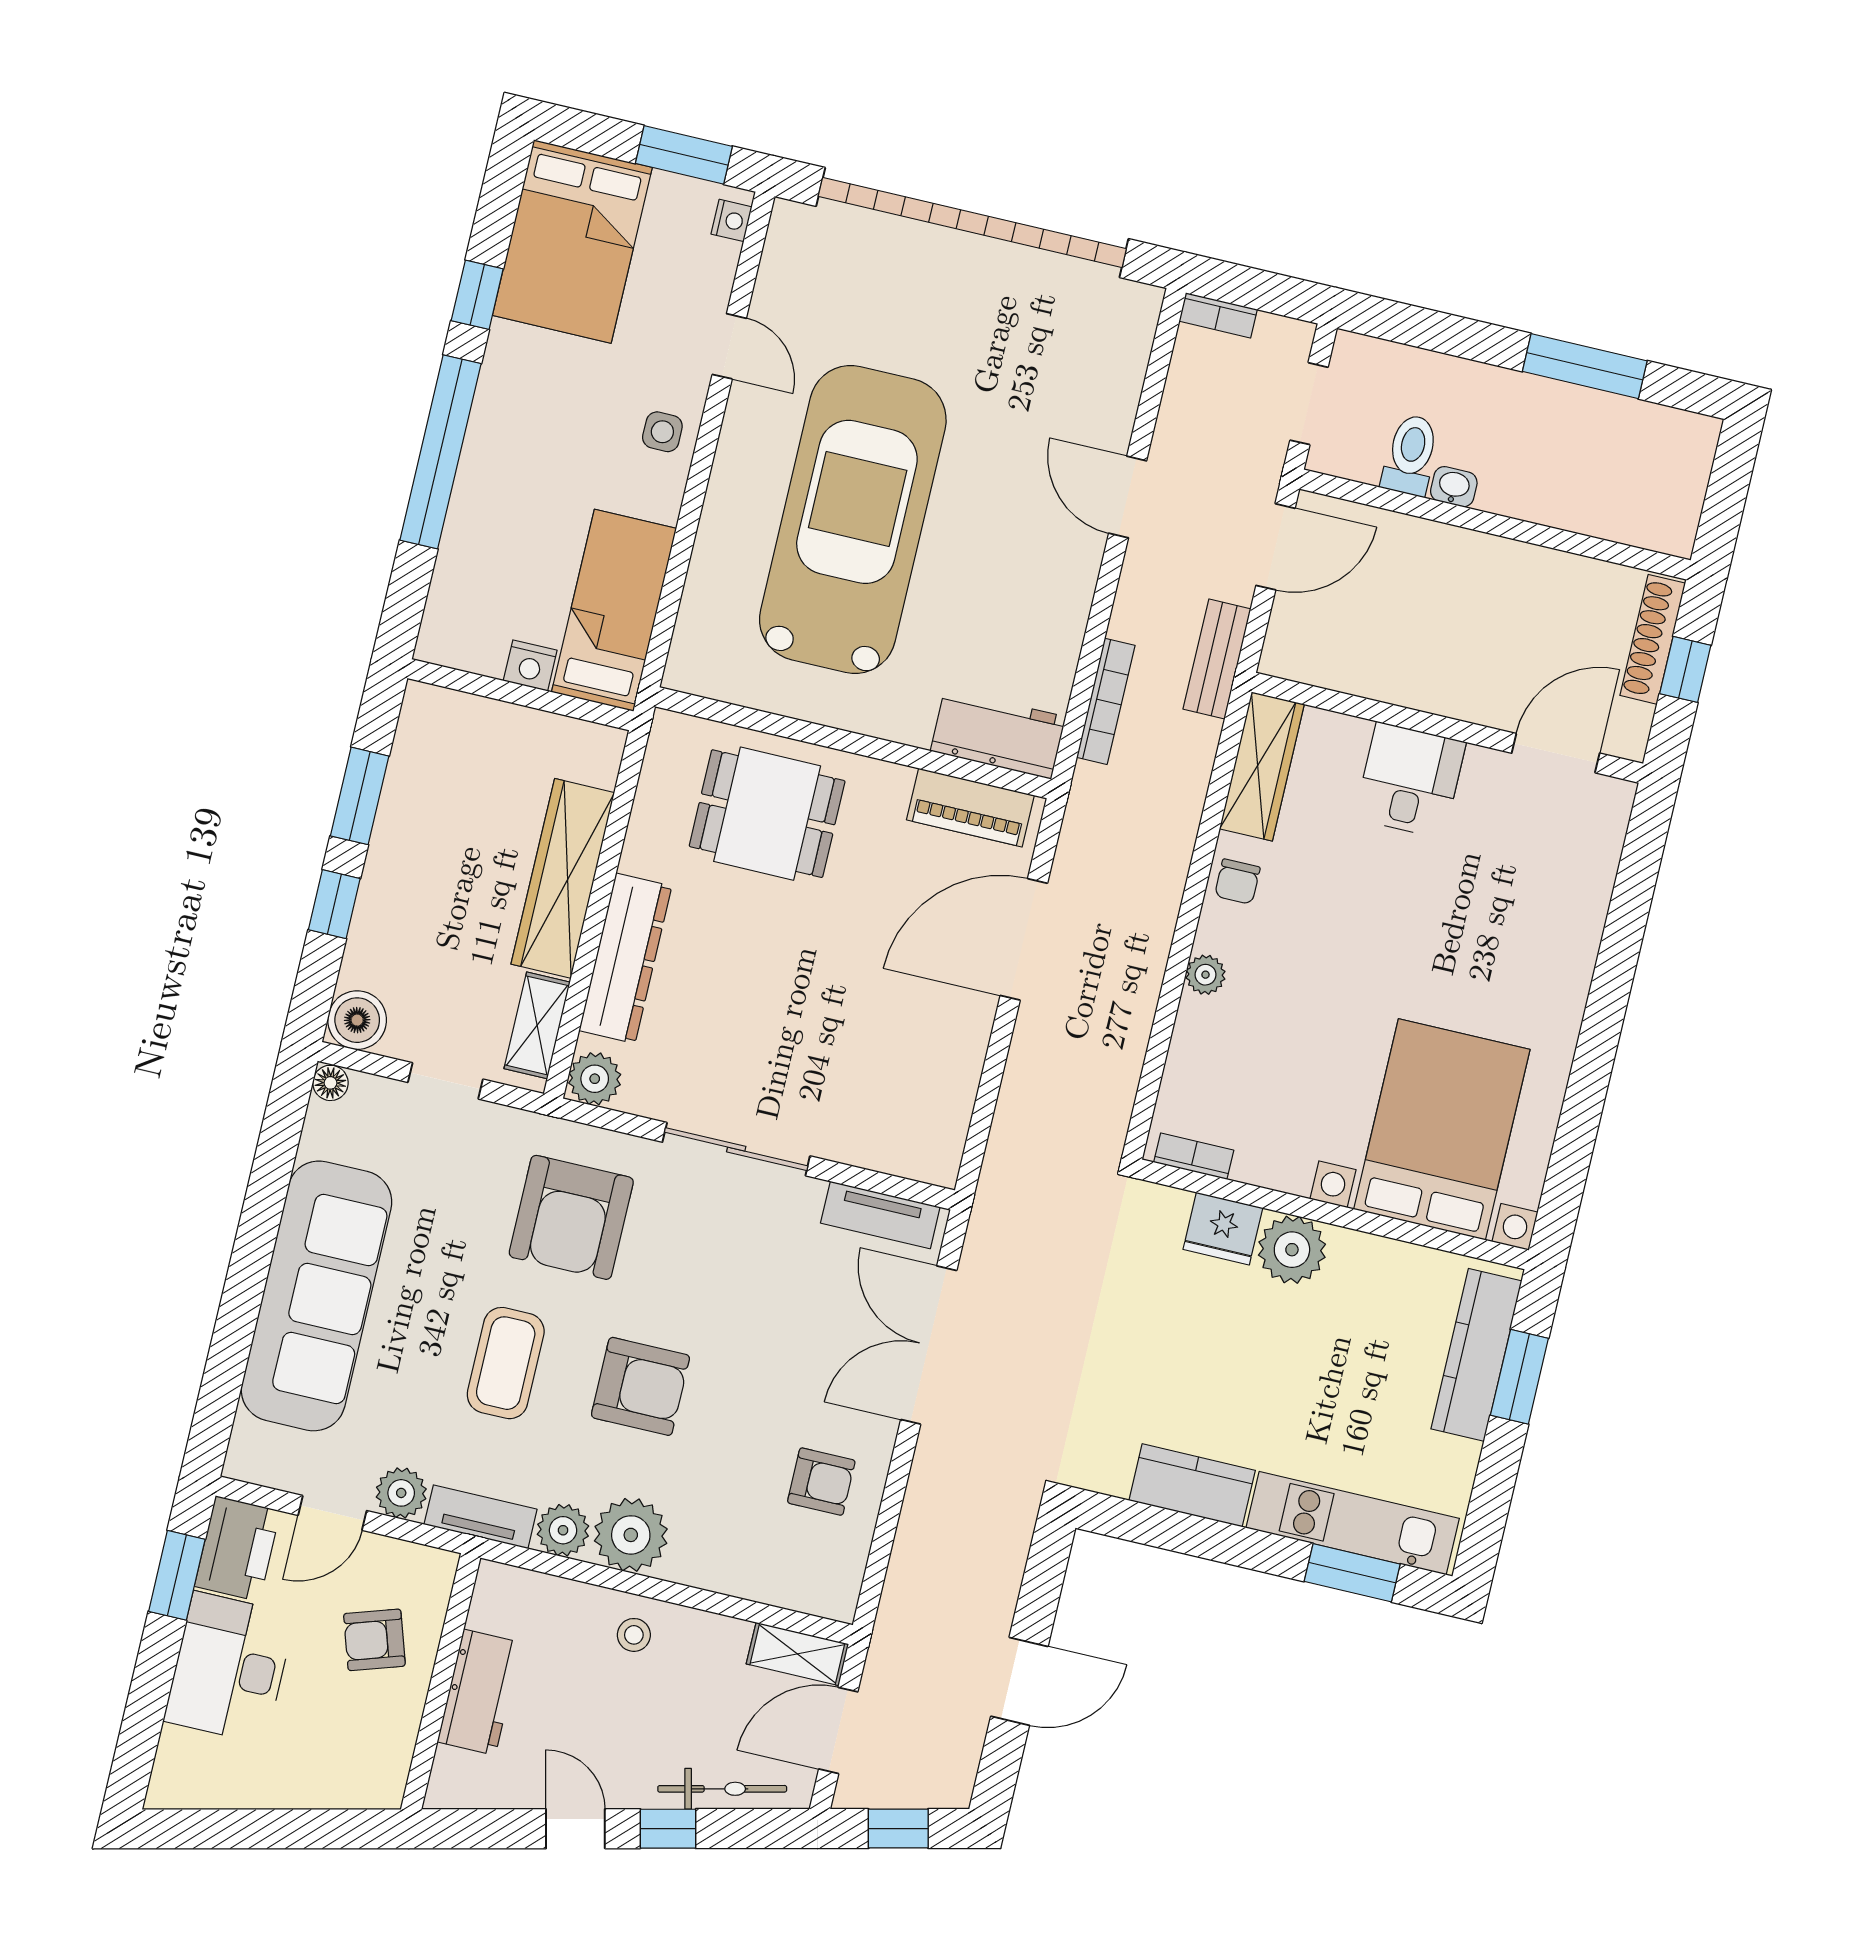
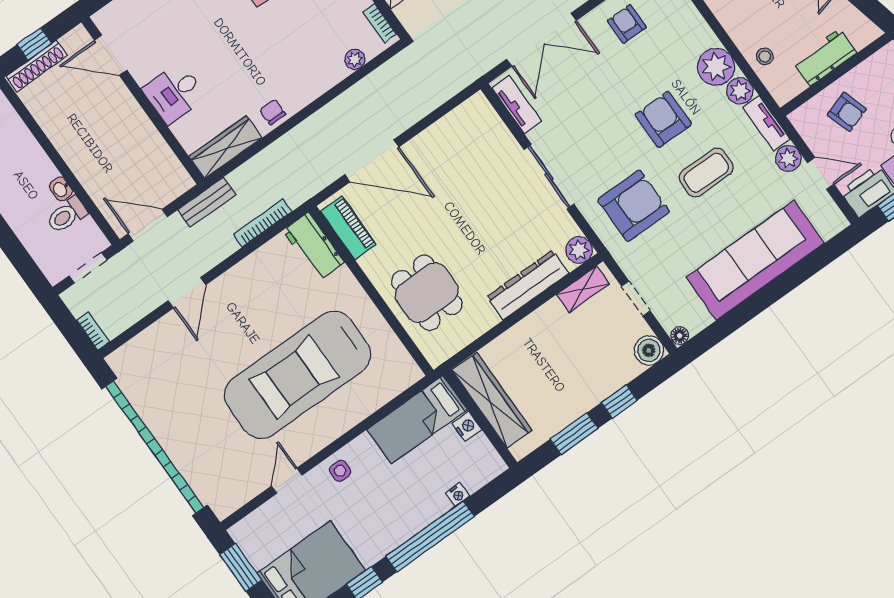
nightstand: (732, 220) -> (458, 495), moved, turned 180
wardrobe: (563, 878) -> (492, 400), moved, turned -90
chair: (1237, 882) -> (273, 112), turned -90
plant: (1206, 975) -> (355, 59), moved
stool: (634, 1635) -> (765, 56), moved

